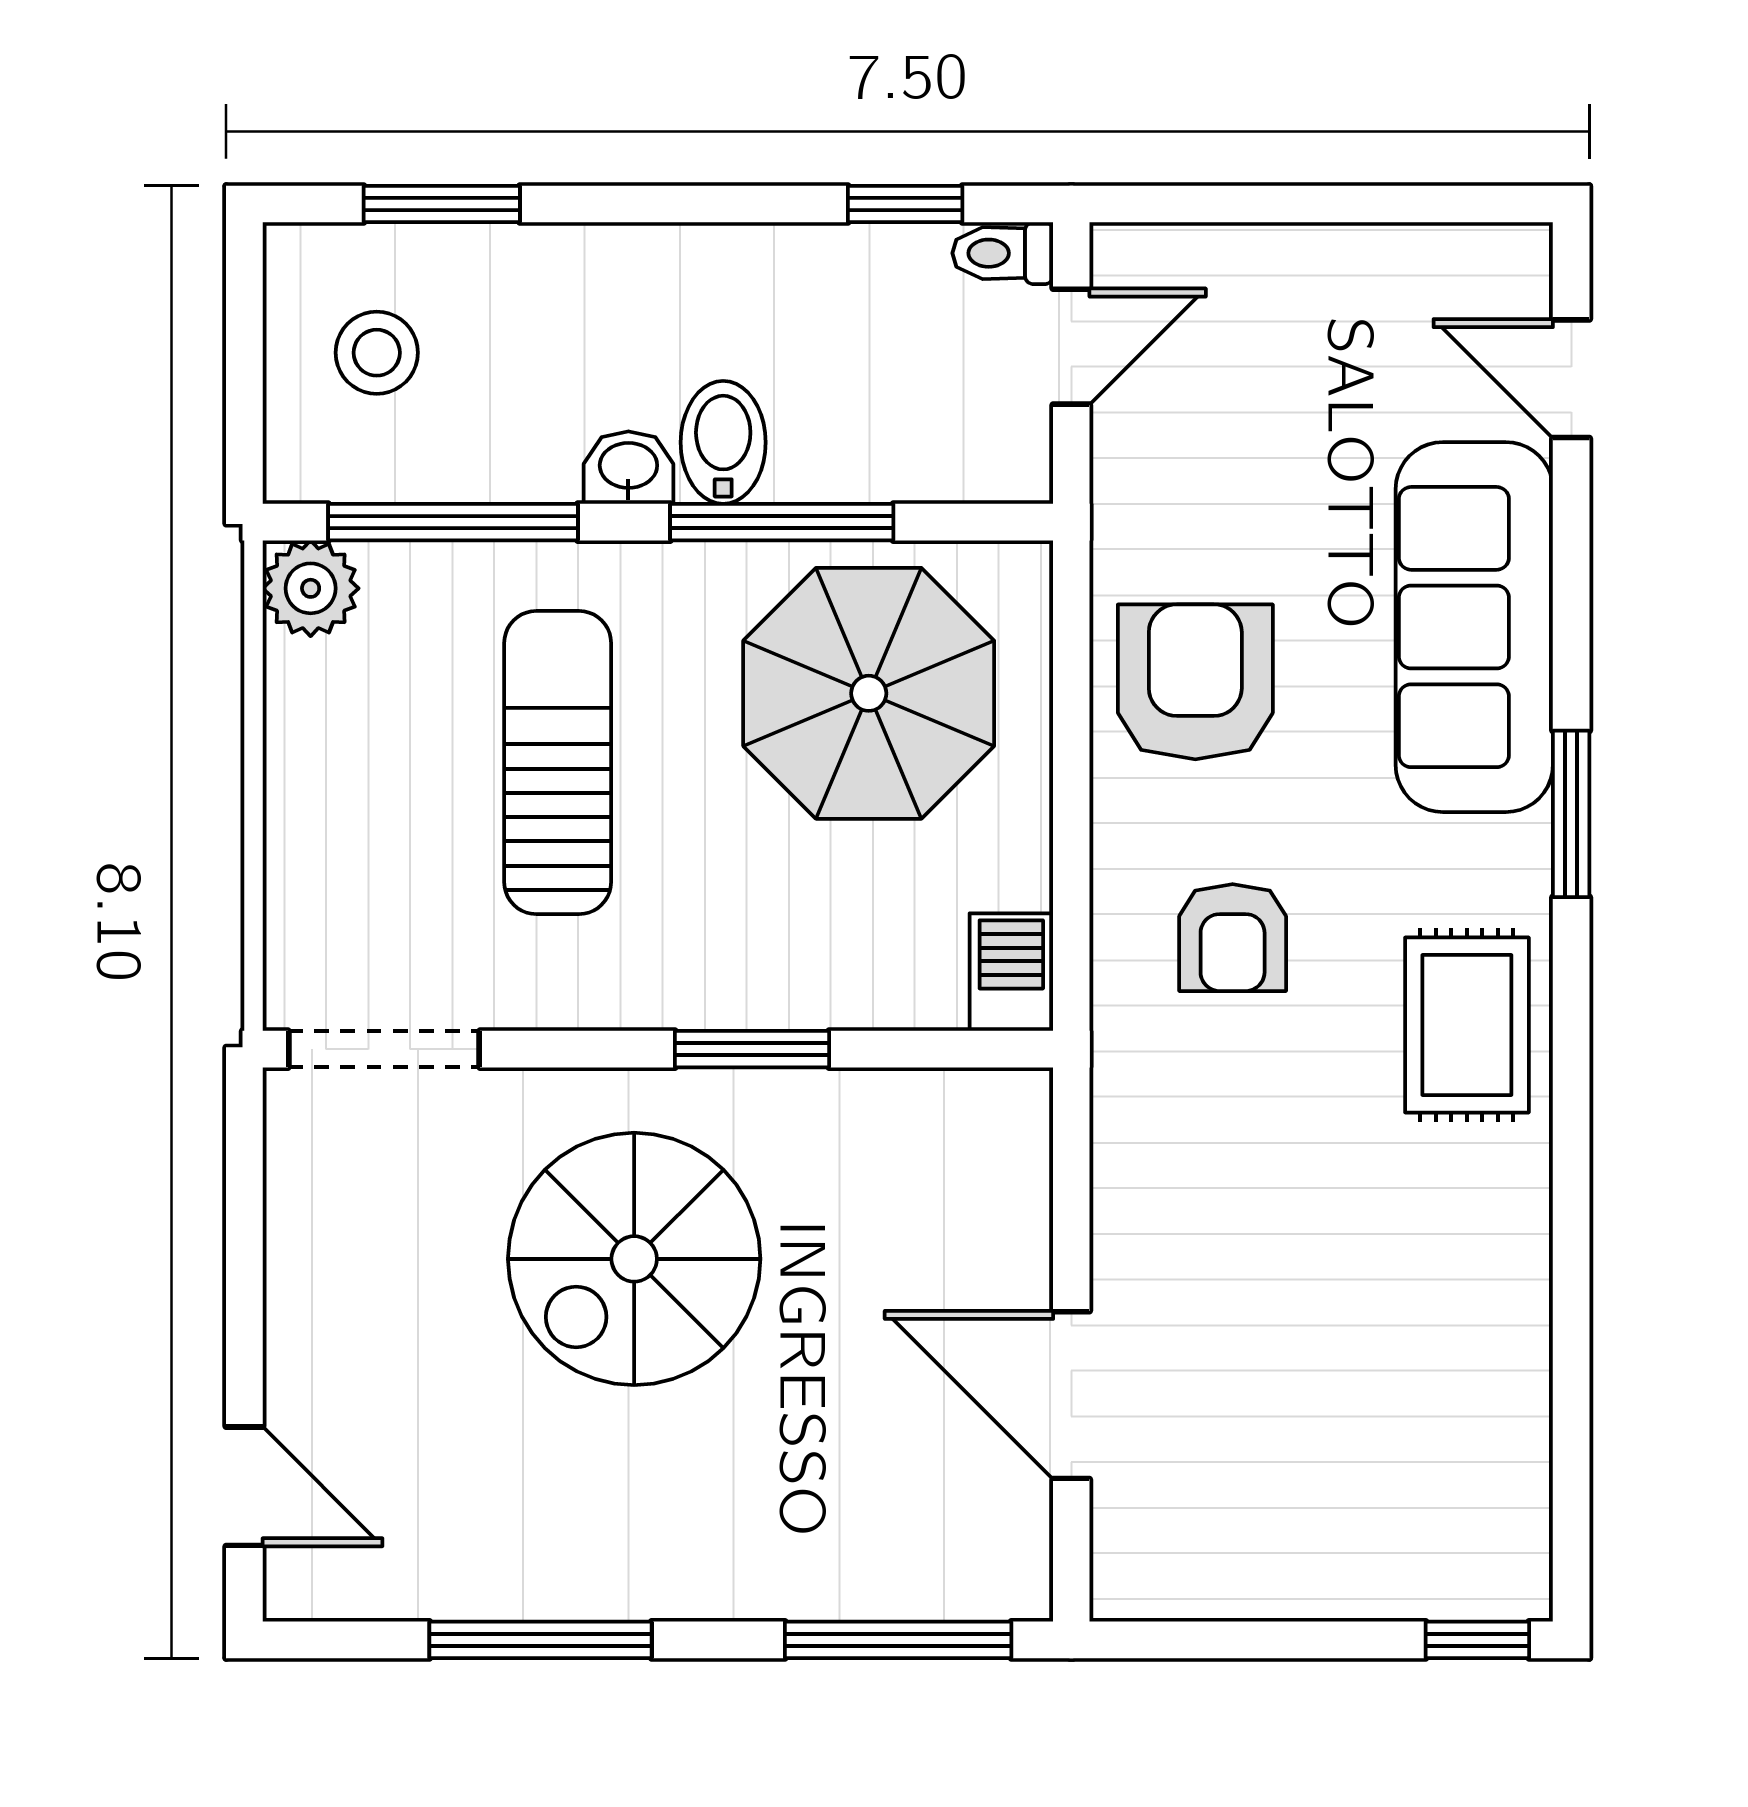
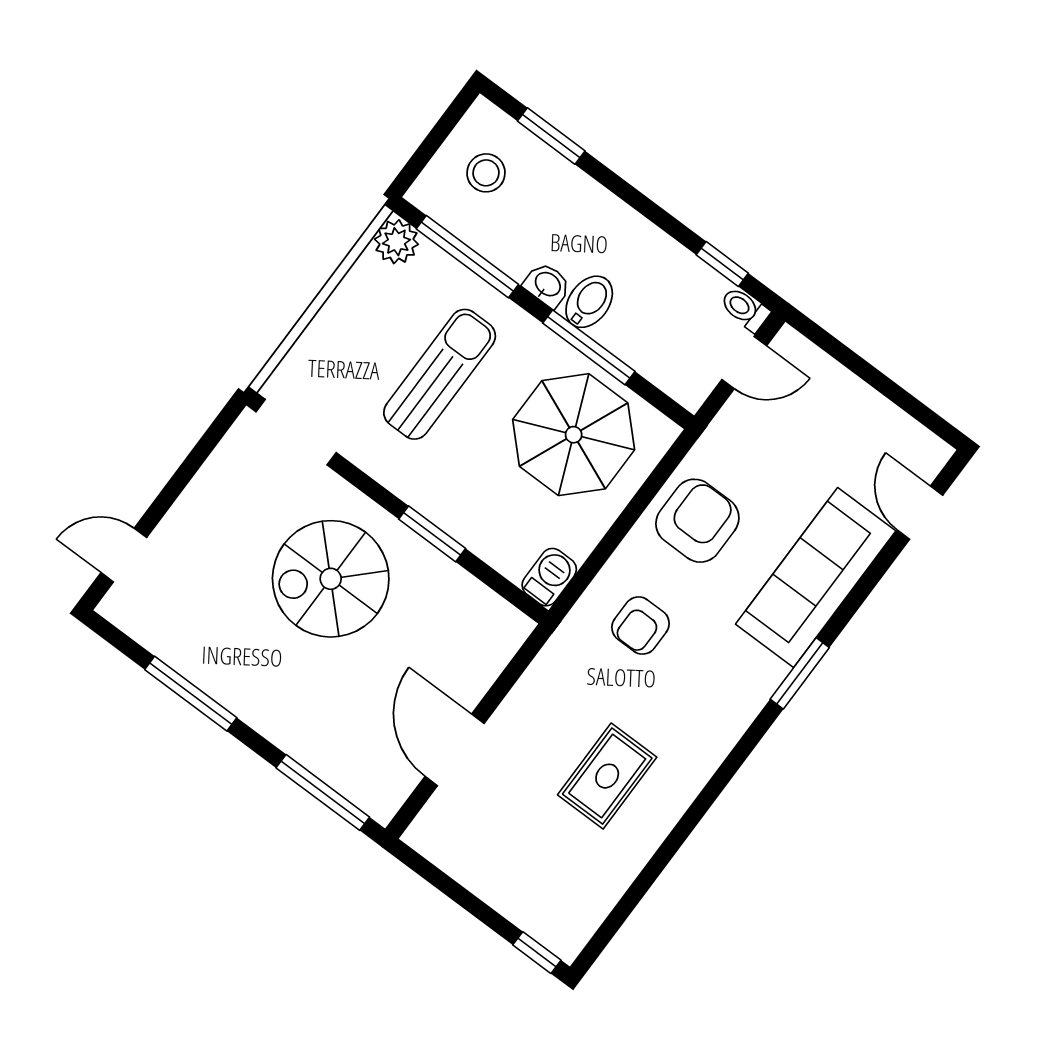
rug: (1467, 1025) -> (607, 776), moved
door: (244, 1486) -> (124, 555), swing flipped

